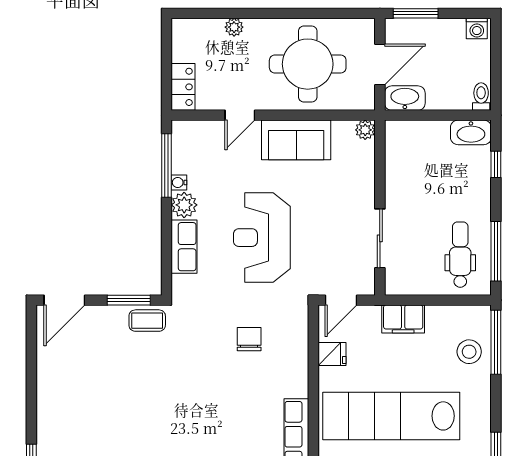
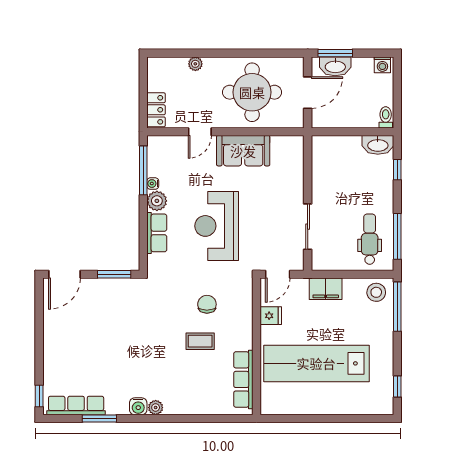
washbasin: (405, 98) -> (335, 66), moved, turned 180
plant: (365, 130) -> (296, 143), removed
coffee table: (147, 321) -> (200, 341), moved
stool: (469, 352) -> (376, 292), moved

